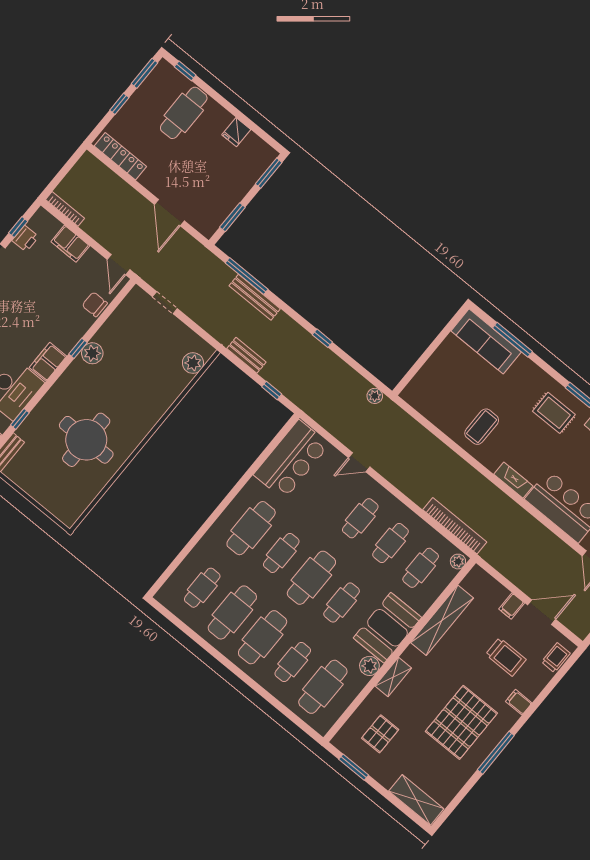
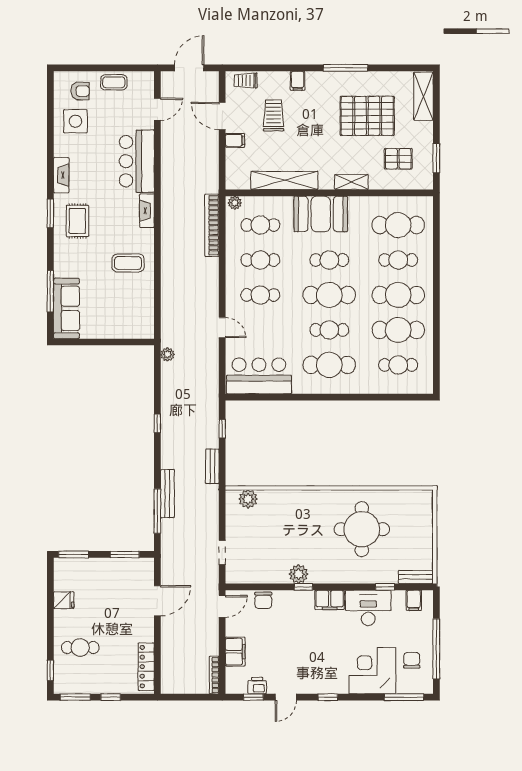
cafe table: (184, 113) -> (80, 647), width x0.73, depth x0.74
plant: (369, 666) -> (357, 205), removed
pallet: (461, 722) -> (367, 116), moved

